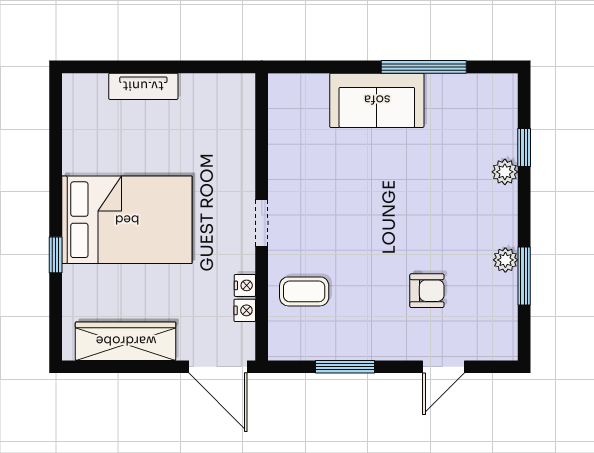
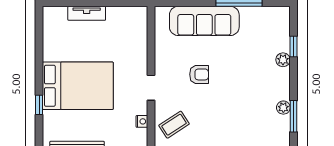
sofa: (377, 100) -> (204, 21), width x1.36
coffee table: (304, 291) -> (174, 125), turned -33
armchair: (427, 291) -> (199, 74), moved
nightstand: (245, 310) -> (142, 135), removed

